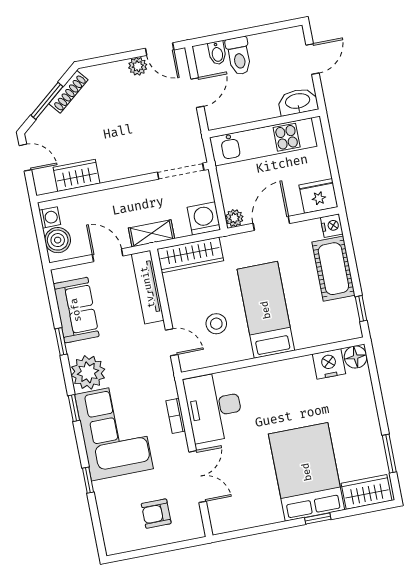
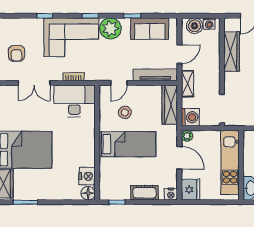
wardrobe: (76, 175) -> (232, 51), width x1.50
cot: (333, 269) -> (144, 193), width x0.73, depth x0.75
armchair: (156, 514) -> (16, 53), turned 180

